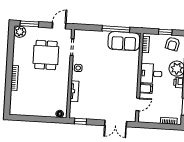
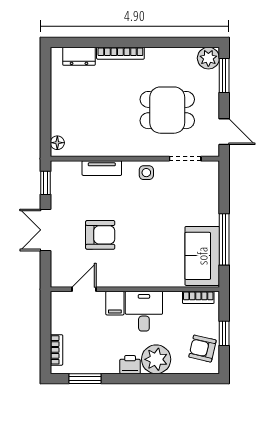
armchair: (110, 94) -> (100, 235), added
dresser: (15, 100) -> (79, 56), added
door: (138, 104) -> (84, 289), swing flipped
double door: (116, 123) -> (45, 230), moved

